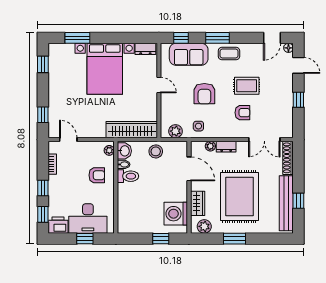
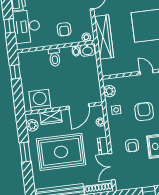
door: (159, 85) -> (147, 72), swing flipped
armchair: (204, 94) -> (144, 112), turned 90
wardrobe: (132, 130) -> (104, 37), moved
dresser: (226, 147) -> (103, 146), moved
stool: (156, 151) -> (90, 77), removed
toilet: (128, 176) -> (55, 57), moved
window: (161, 239) -> (15, 72), moved

